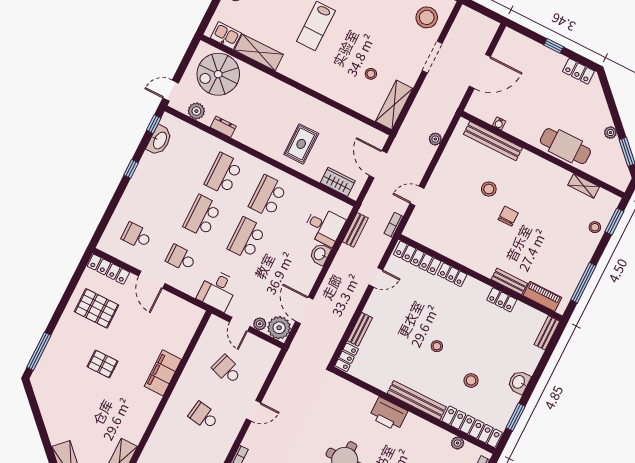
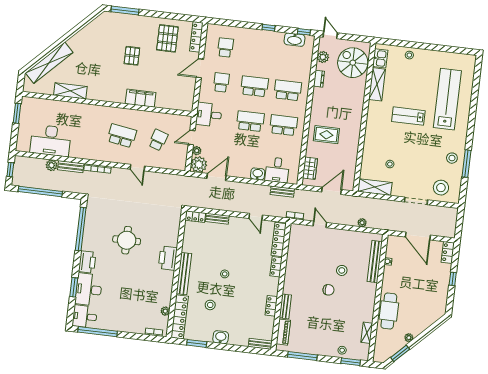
locker: (578, 71) -> (448, 252), moved
school desk: (204, 416) -> (122, 136), width x1.85

